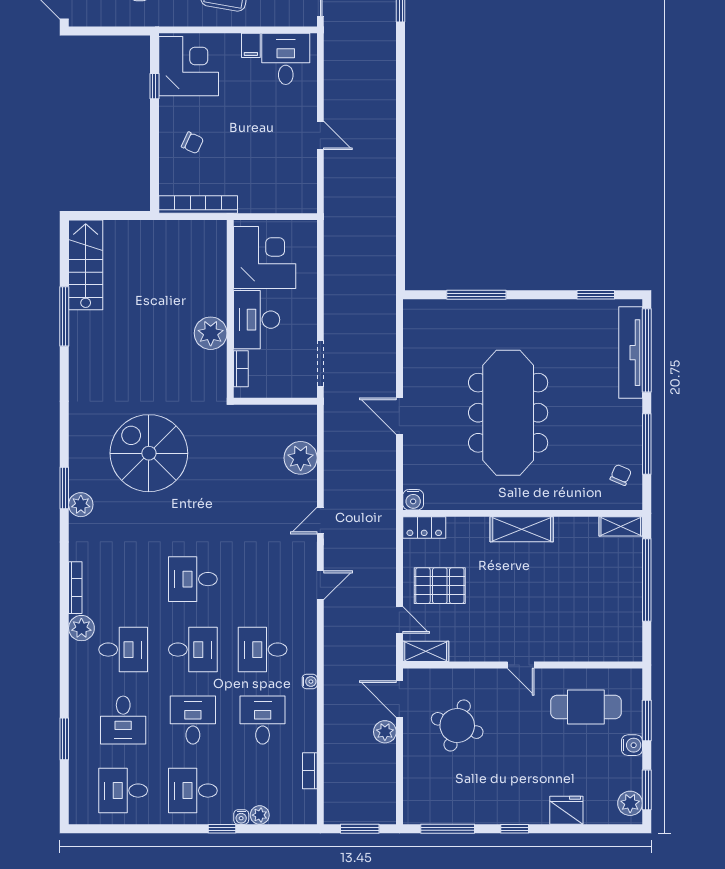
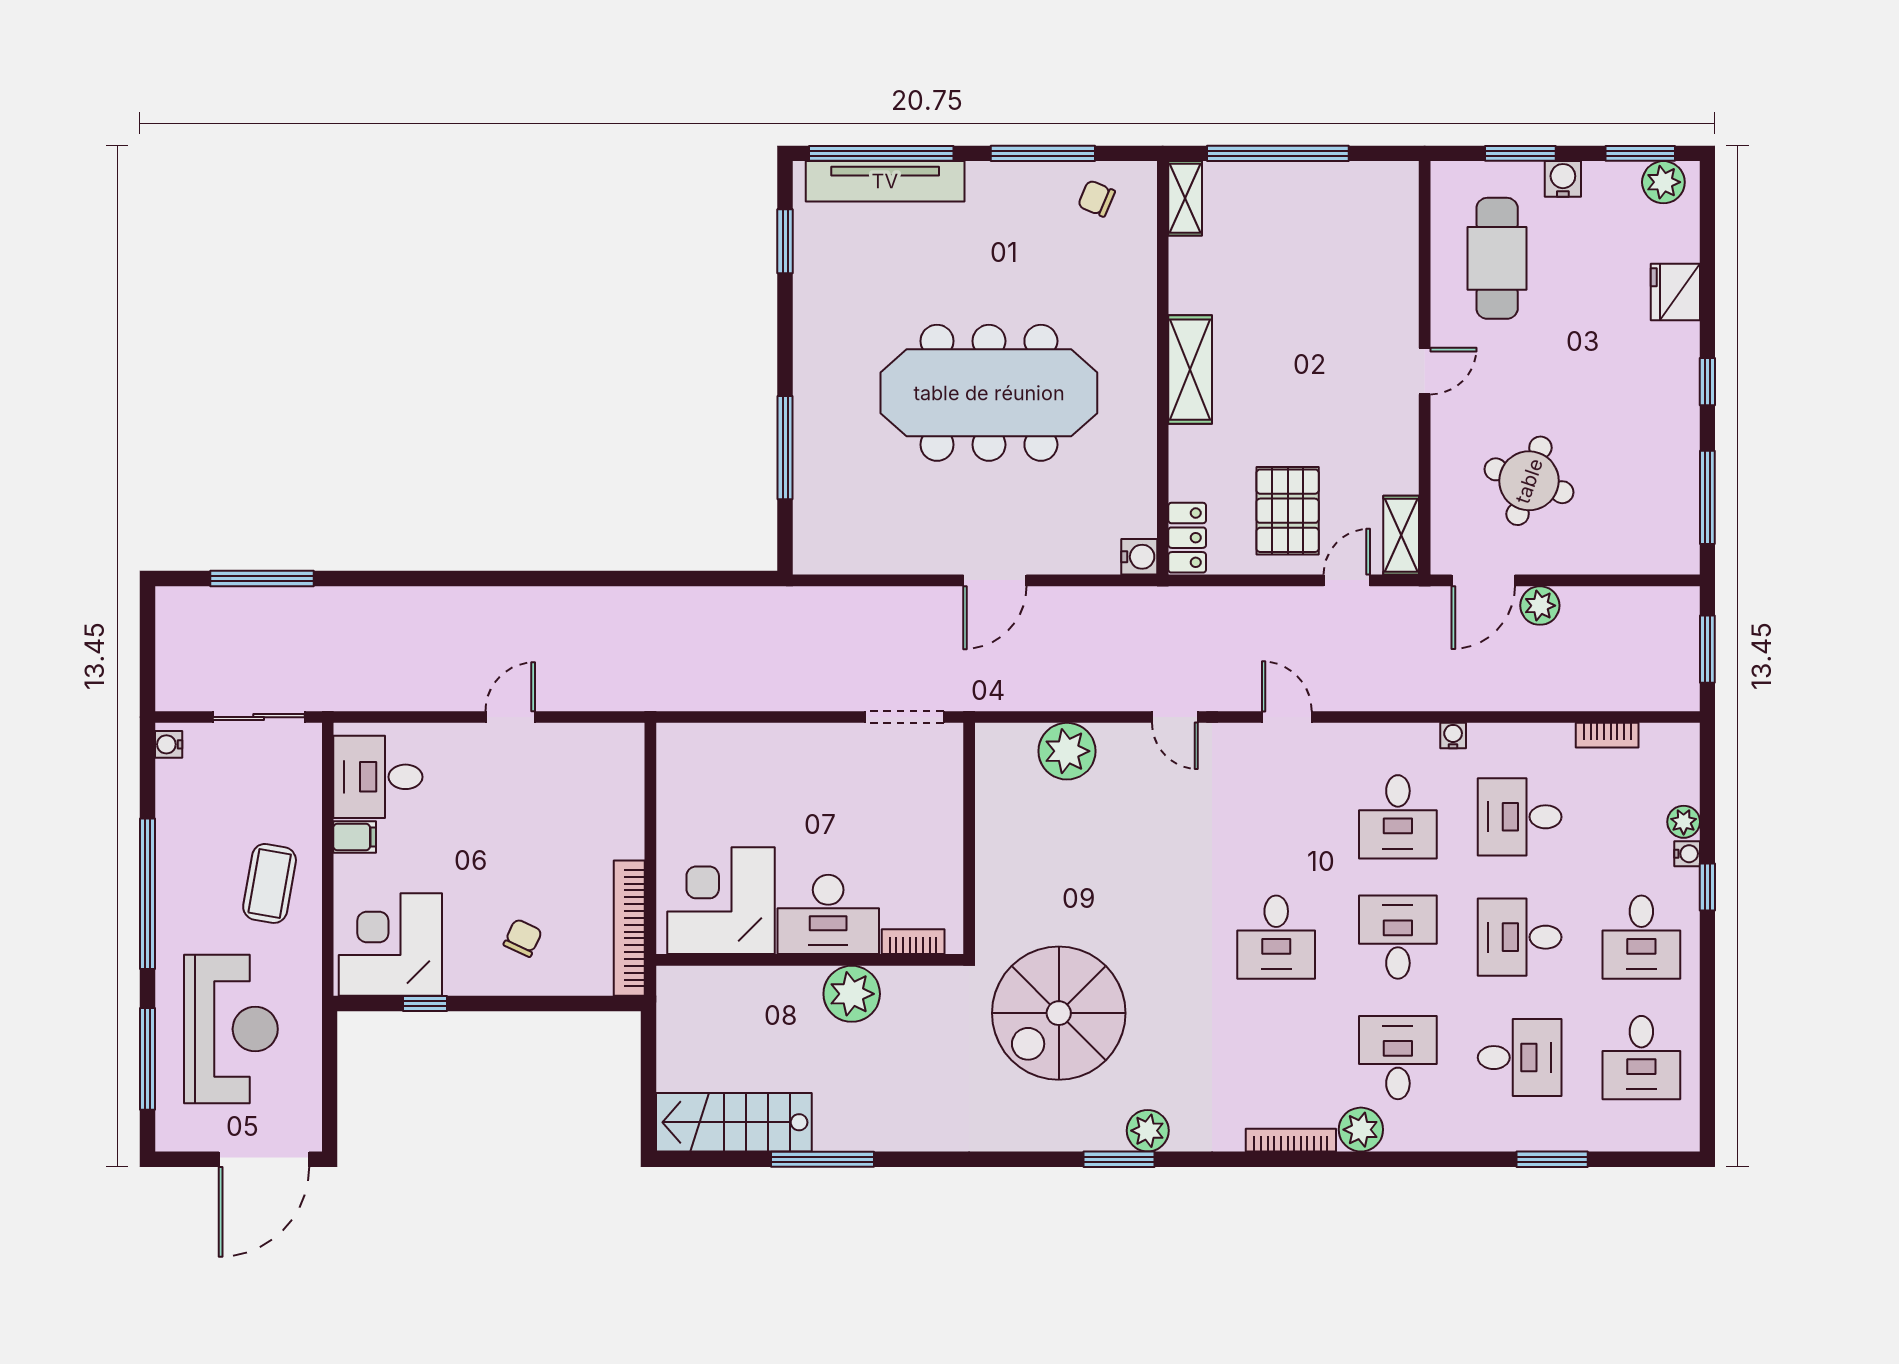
corner desk: (265, 258) -> (721, 901), moved
wall: (230, 309) -> (810, 960), moved
desk: (257, 320) -> (828, 914), moved
plant: (211, 333) -> (852, 994), moved
bookcase: (241, 369) -> (913, 942), moved

